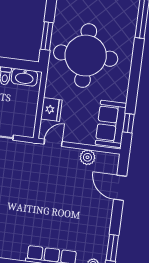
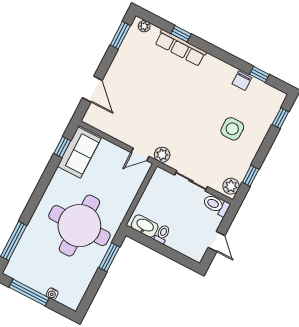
fridge: (51, 110) -> (130, 186), removed
plant: (87, 157) -> (162, 155), moved

